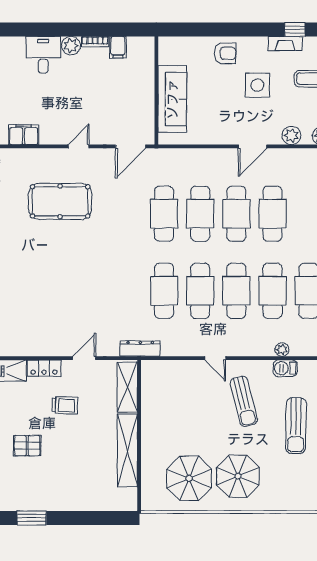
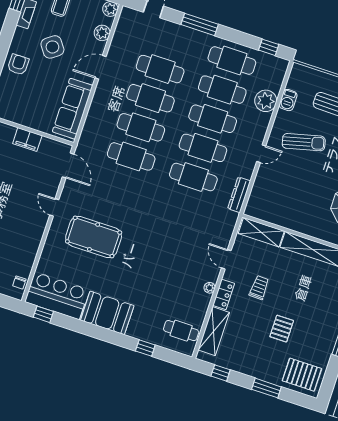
side table: (257, 85) -> (52, 47), turned -36
sofa: (172, 99) -> (73, 109), moved, turned -90
filing cabinet: (24, 135) -> (27, 140), moved, turned -90
door: (253, 146) -> (101, 67), swing flipped
pool table: (60, 201) -> (94, 237), turned 90
dresser: (140, 349) -> (239, 195), moved
plant: (46, 350) -> (210, 288), added
plant: (282, 350) -> (266, 101), width x1.88, depth x1.88

